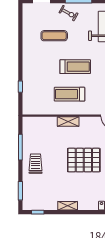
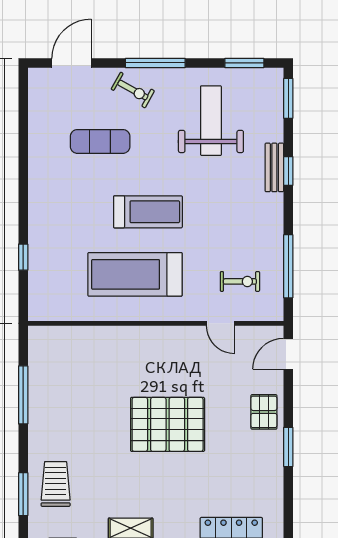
treadmill: (70, 94) -> (135, 274), width x1.37, depth x1.38
shelving: (68, 122) -> (132, 337), removed
trolley: (36, 164) -> (56, 484), moved

